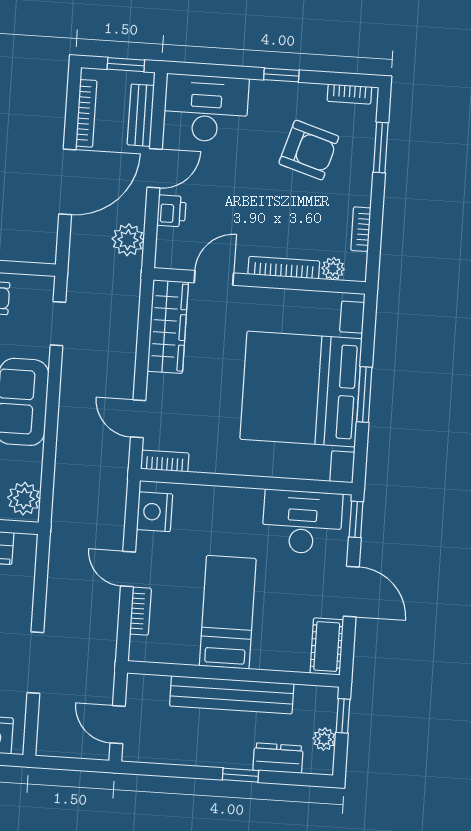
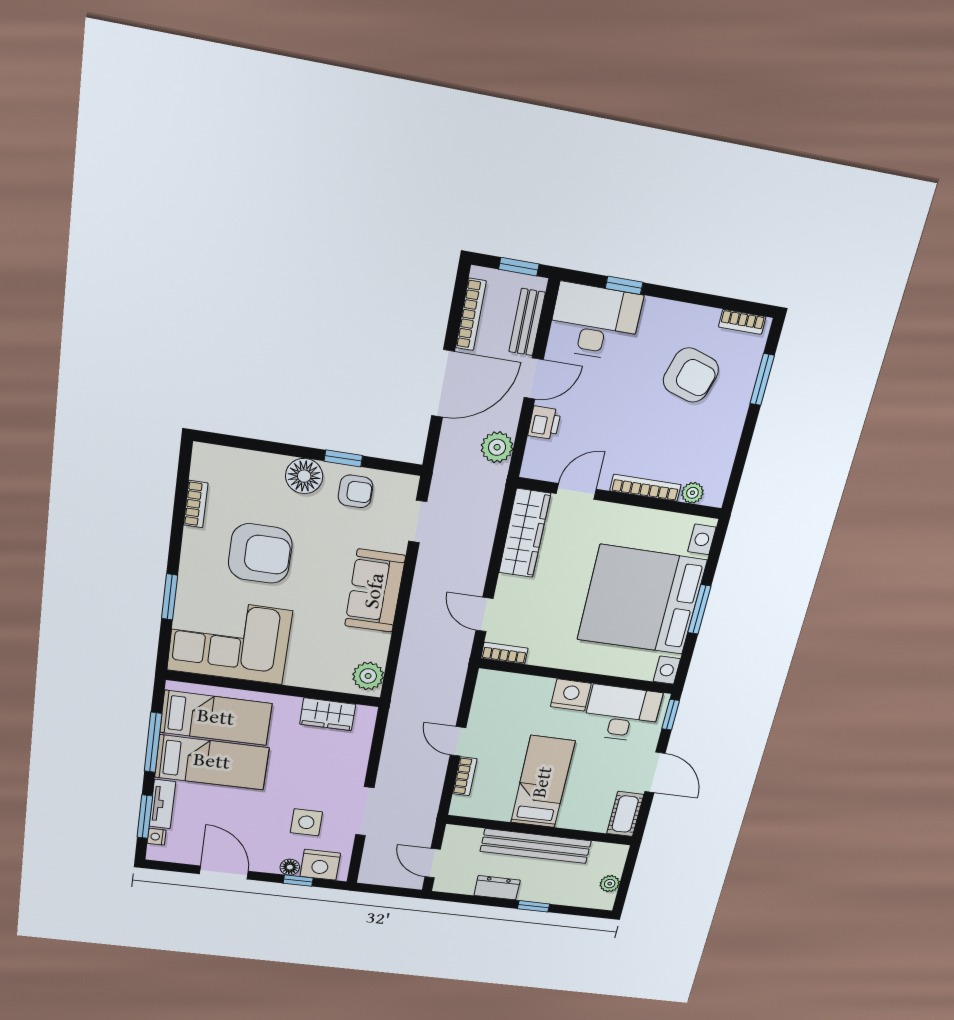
window: (281, 75) -> (624, 285), moved
bookcase: (361, 229) -> (726, 458), removed
nightstand: (155, 512) -> (571, 695), moved, turned 90
window: (343, 716) -> (629, 867), removed
dresser: (278, 758) -> (497, 888), moved

